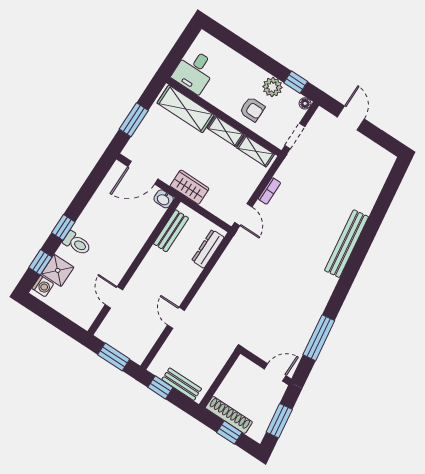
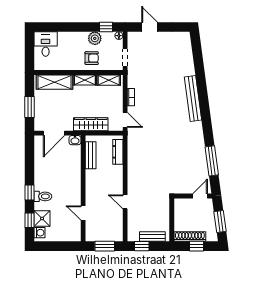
desk: (194, 71) -> (46, 44), moved, turned 180
wardrobe: (190, 187) -> (91, 124), width x1.50

